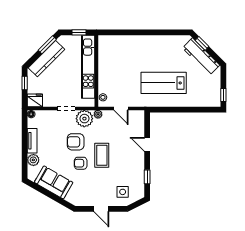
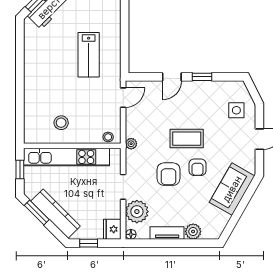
stool: (113, 63) -> (61, 123), added
lab bench: (164, 83) -> (89, 55), width x0.73, depth x0.72
door: (121, 108) -> (123, 98), moved
plant: (84, 119) -> (137, 212), moved
window: (147, 177) -> (202, 77), moved
sofa: (54, 182) -> (232, 189), moved

